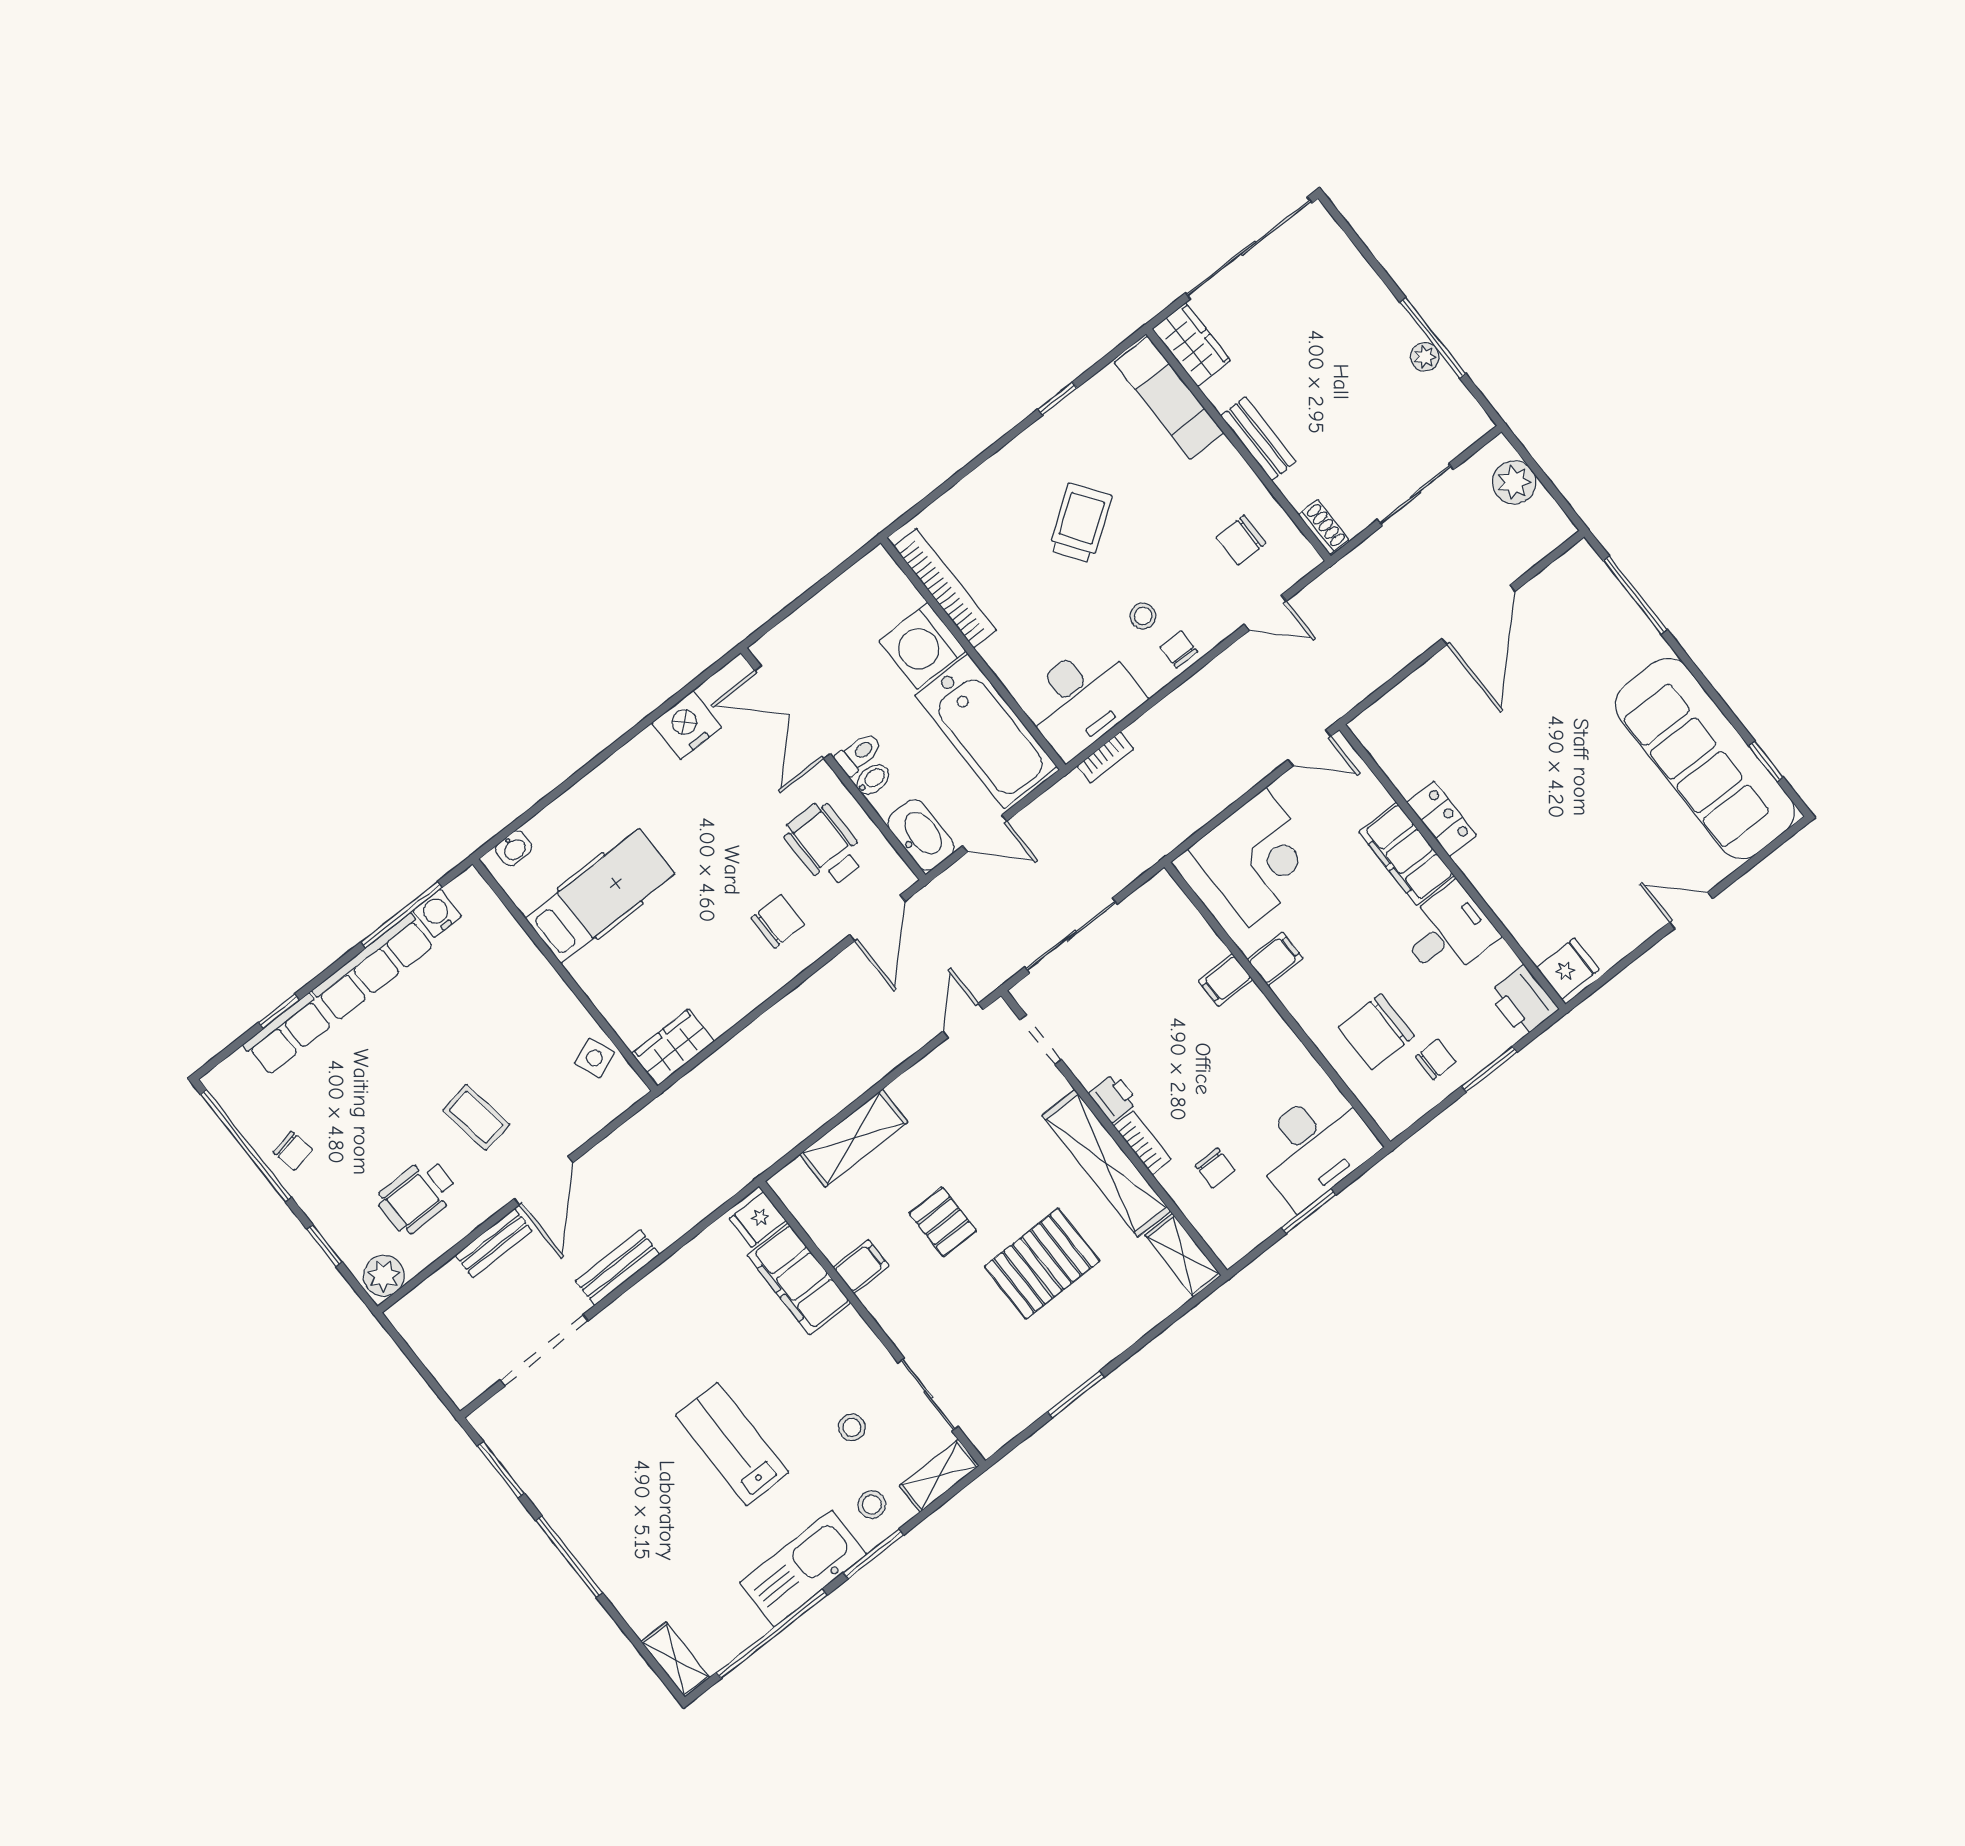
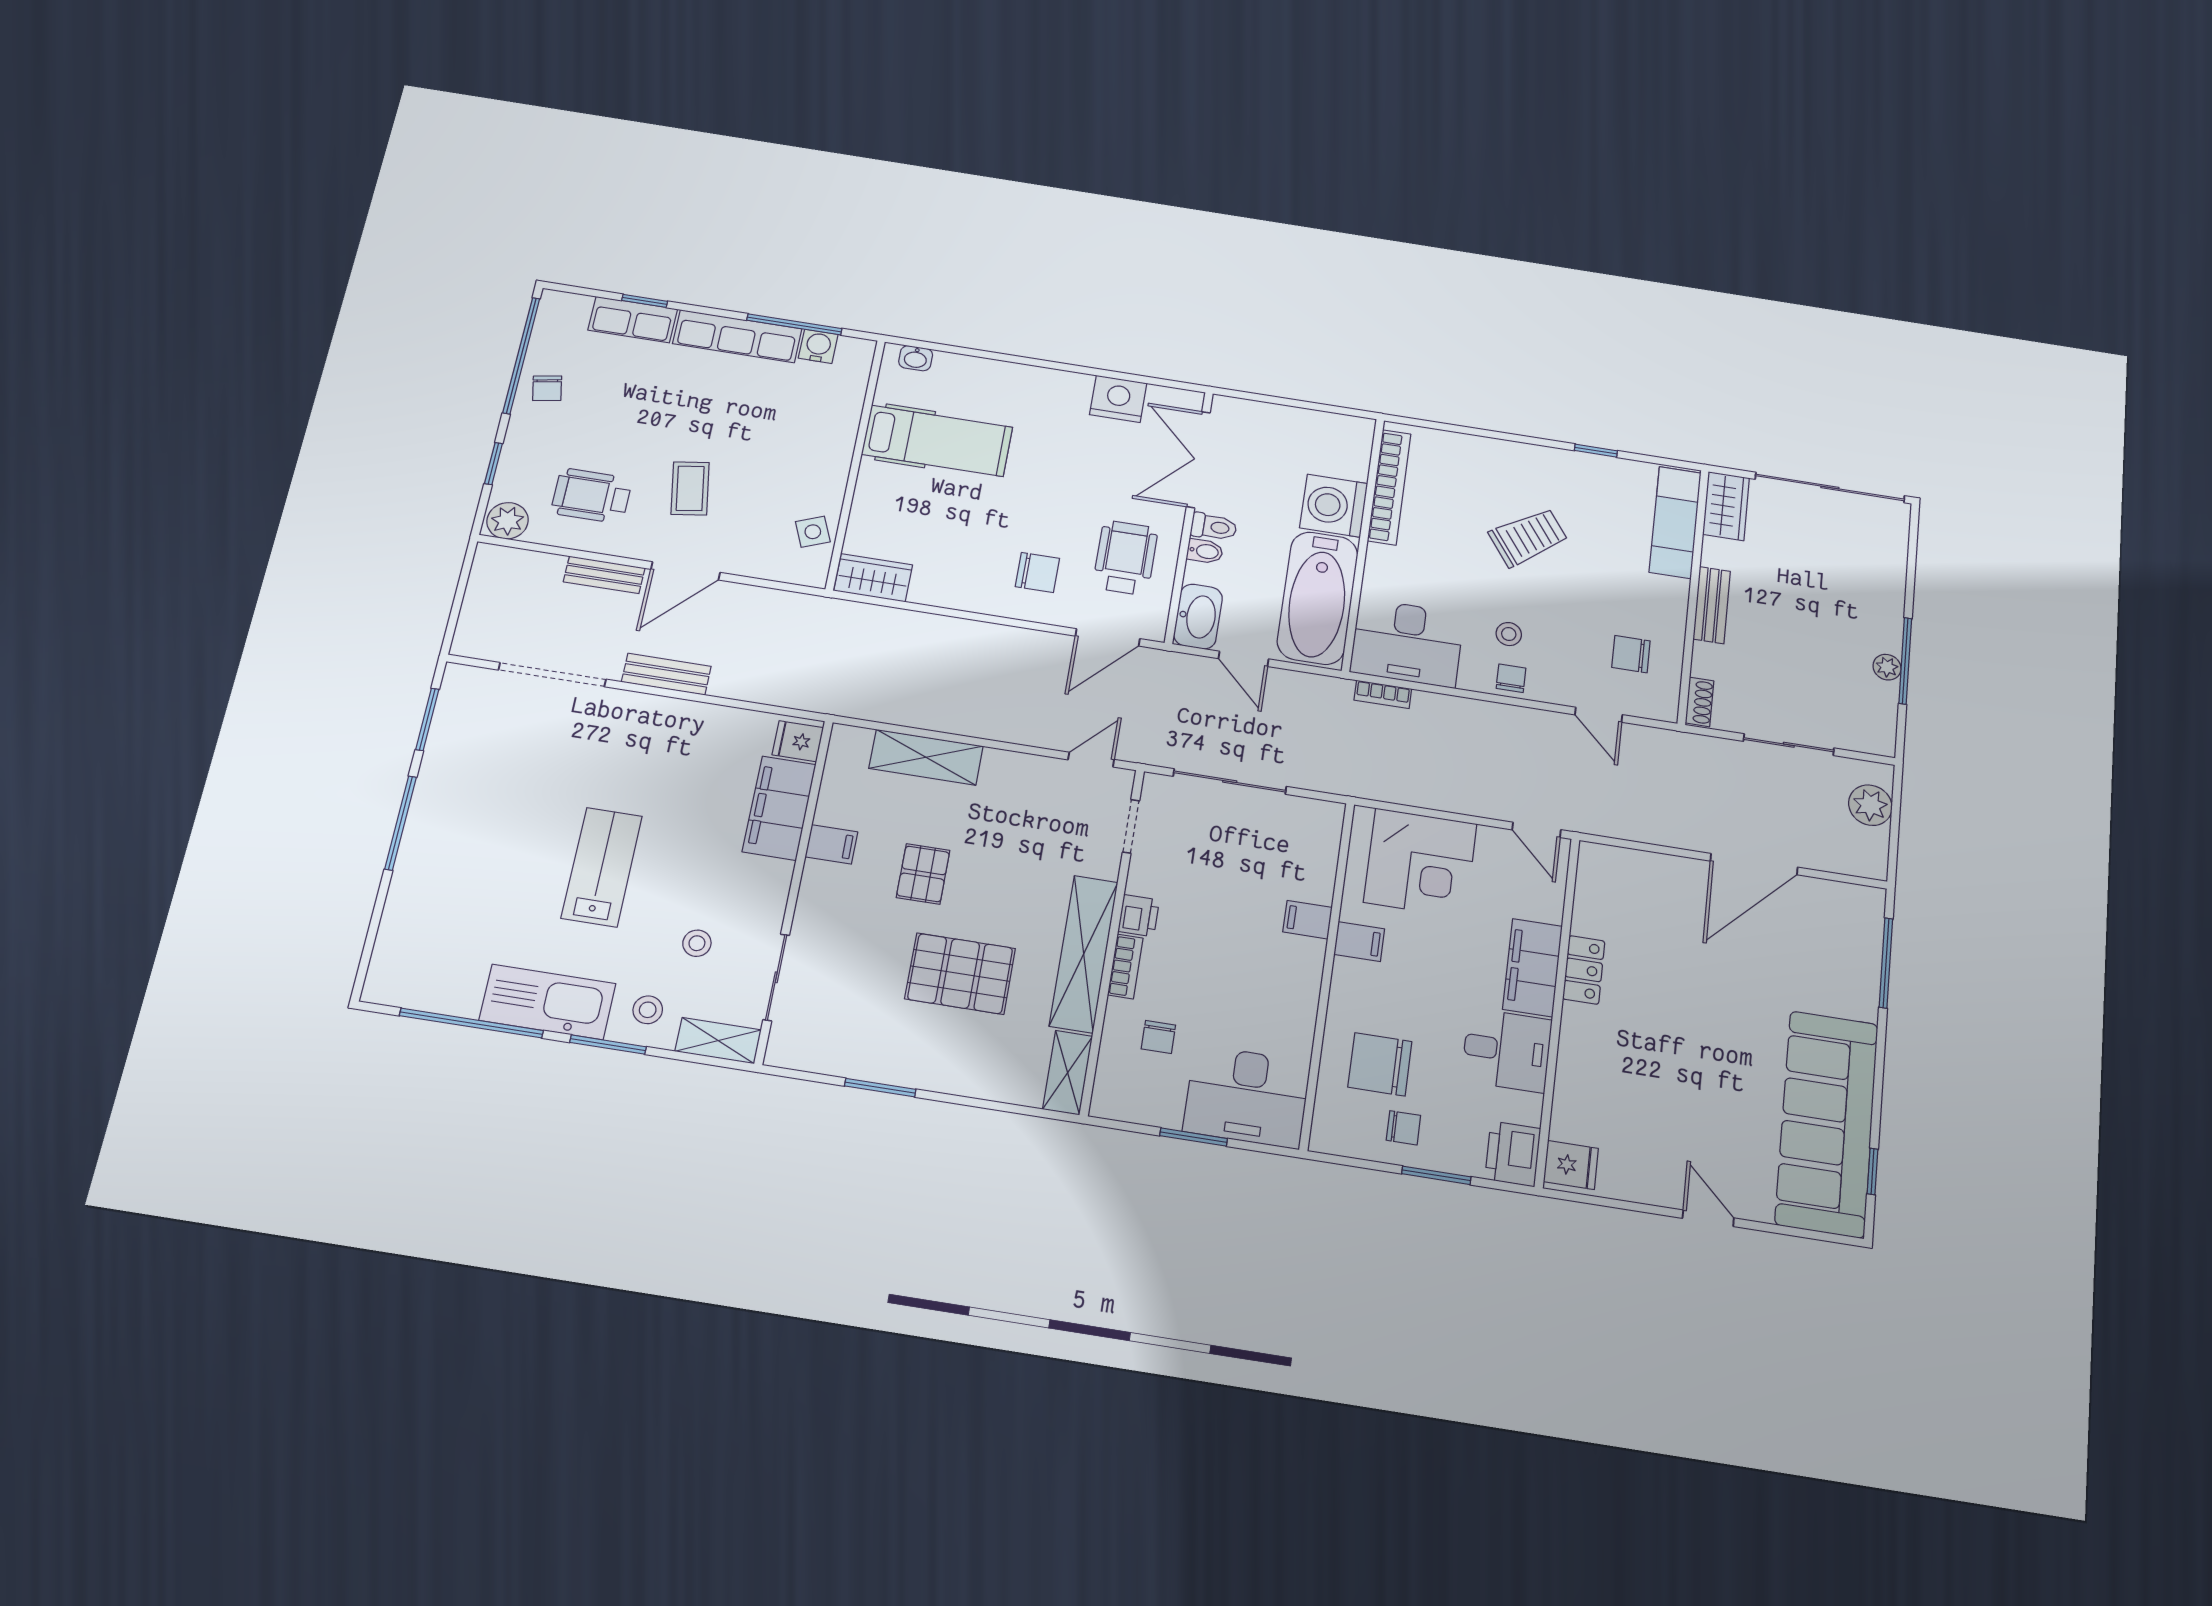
shelving: (675, 1660) -> (384, 969), removed

